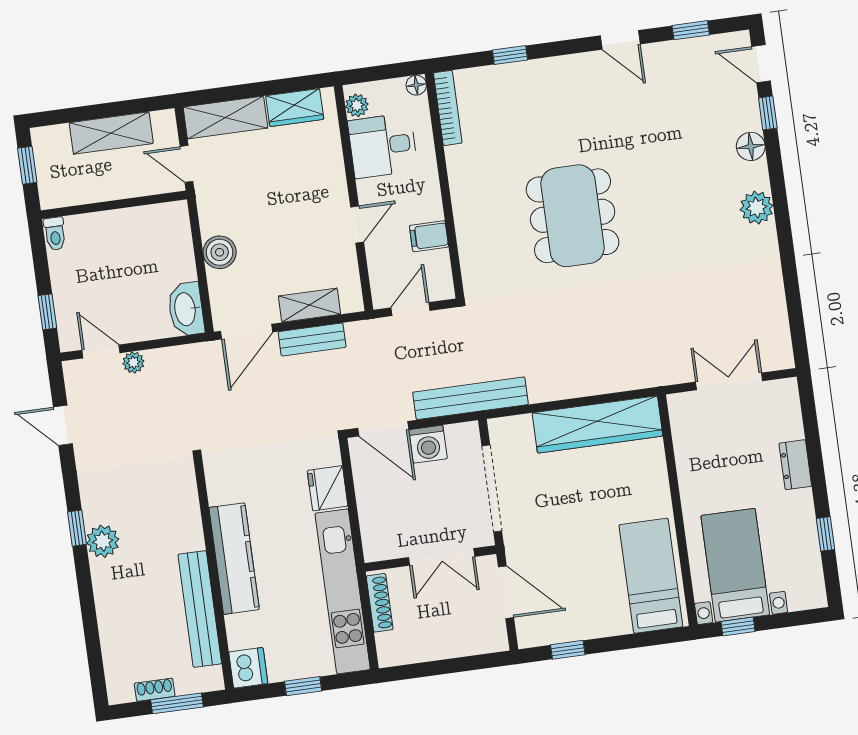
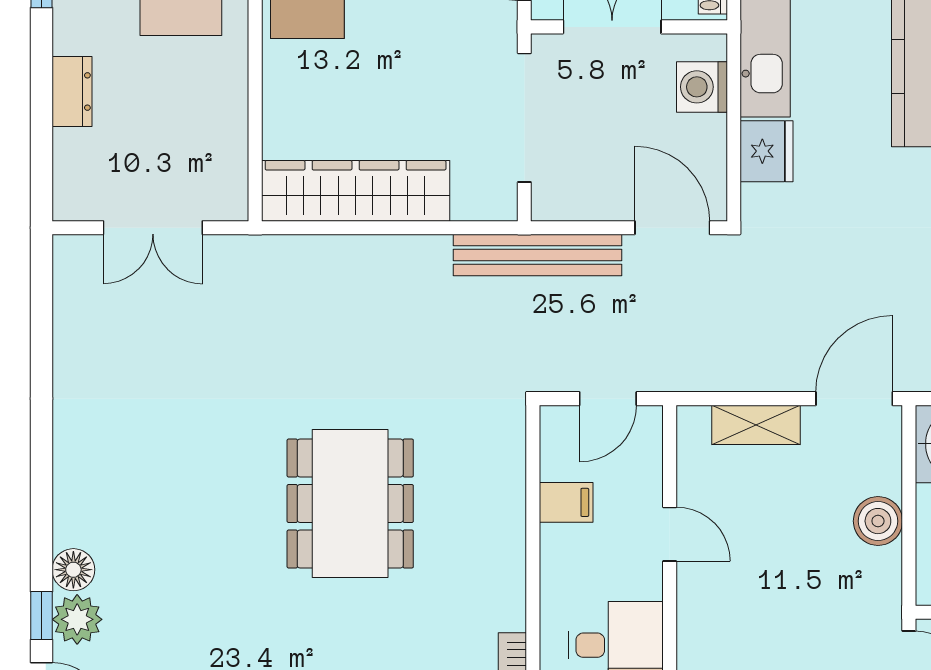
plant: (757, 208) -> (77, 619), moved
door: (357, 224) -> (670, 534), swing flipped
bench: (312, 340) -> (759, 374), removed
washing machine: (428, 444) -> (702, 87), moved, turned -90

